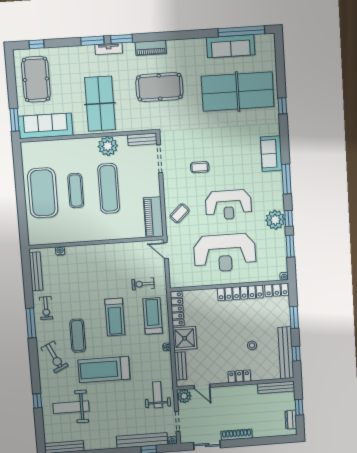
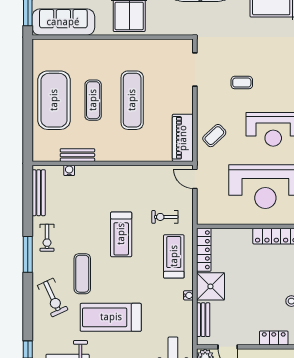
bench: (142, 139) -> (77, 155), moved
plant: (108, 146) -> (135, 50), removed
treadmill: (115, 317) -> (121, 234), moved

